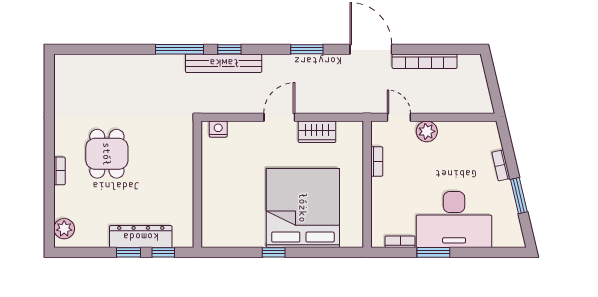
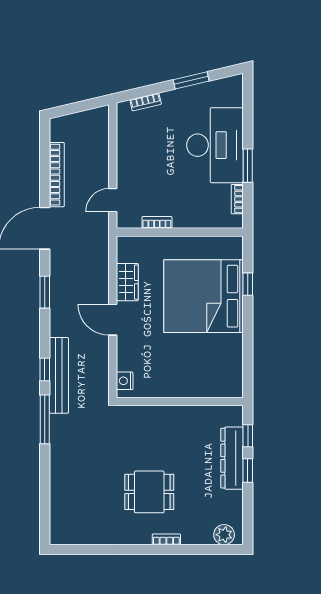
plant: (427, 131) -> (127, 172), removed
bookcase: (501, 165) -> (146, 102), moved
window: (274, 252) -> (248, 284), moved

